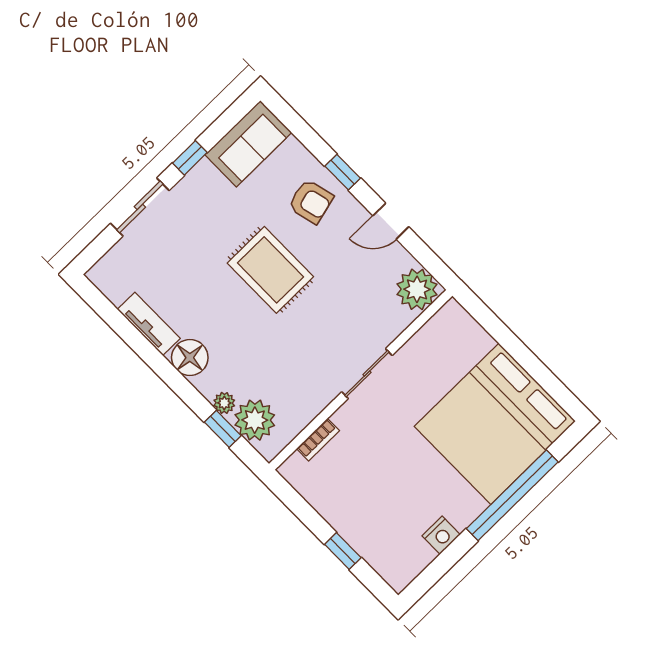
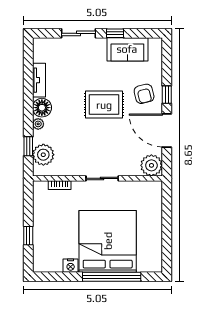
sofa: (248, 144) -> (127, 49), moved
door: (391, 221) -> (167, 130), width x1.87
rug: (270, 270) -> (104, 105), turned 90
plant: (224, 403) -> (38, 124), moved
bed: (495, 424) -> (108, 241), moved, turned 90

